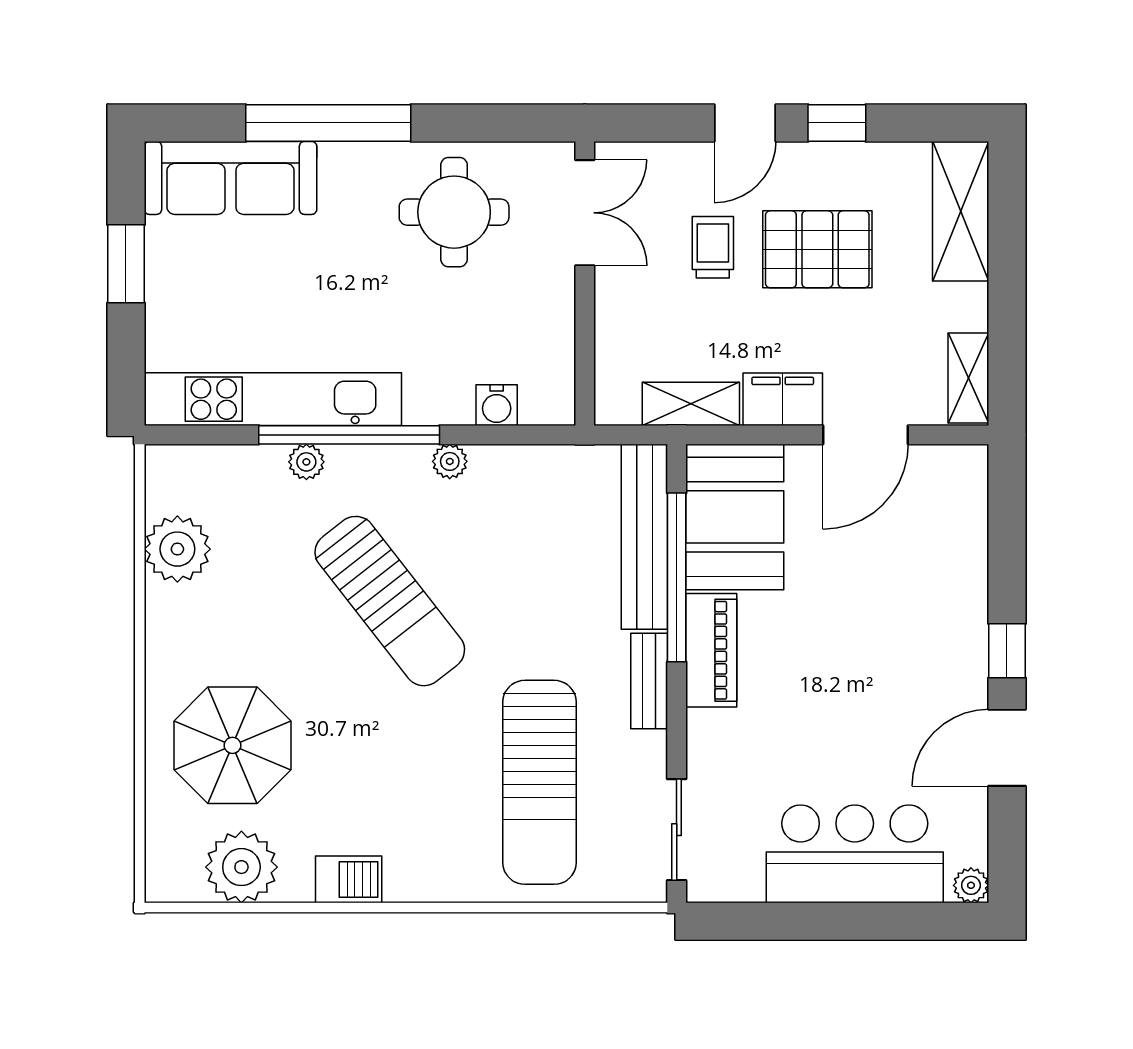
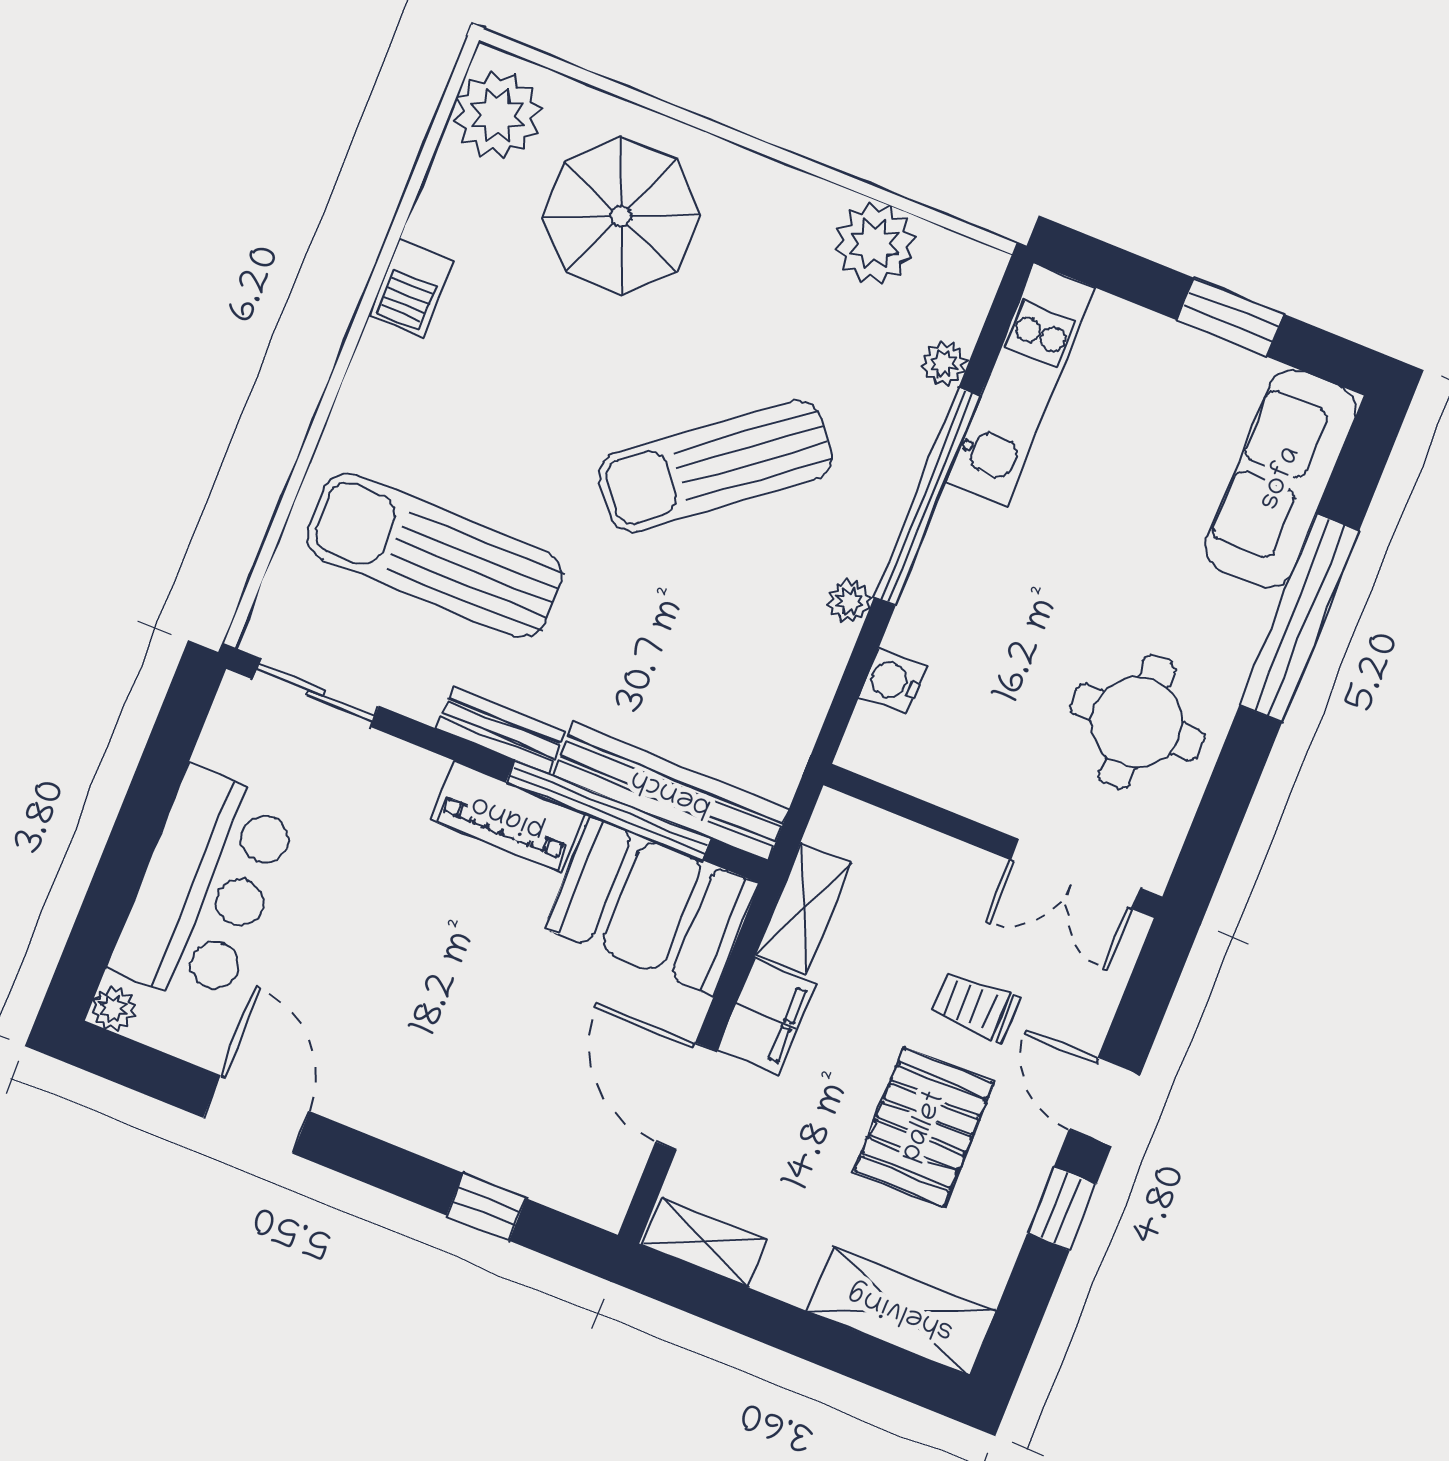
trolley: (713, 247) -> (975, 1007), turned 180
kitchen unit: (273, 399) -> (1020, 385), width x0.73
plant: (306, 462) -> (944, 364), moved
window: (1007, 651) -> (486, 1207), moved
plant: (241, 867) -> (497, 115), moved

